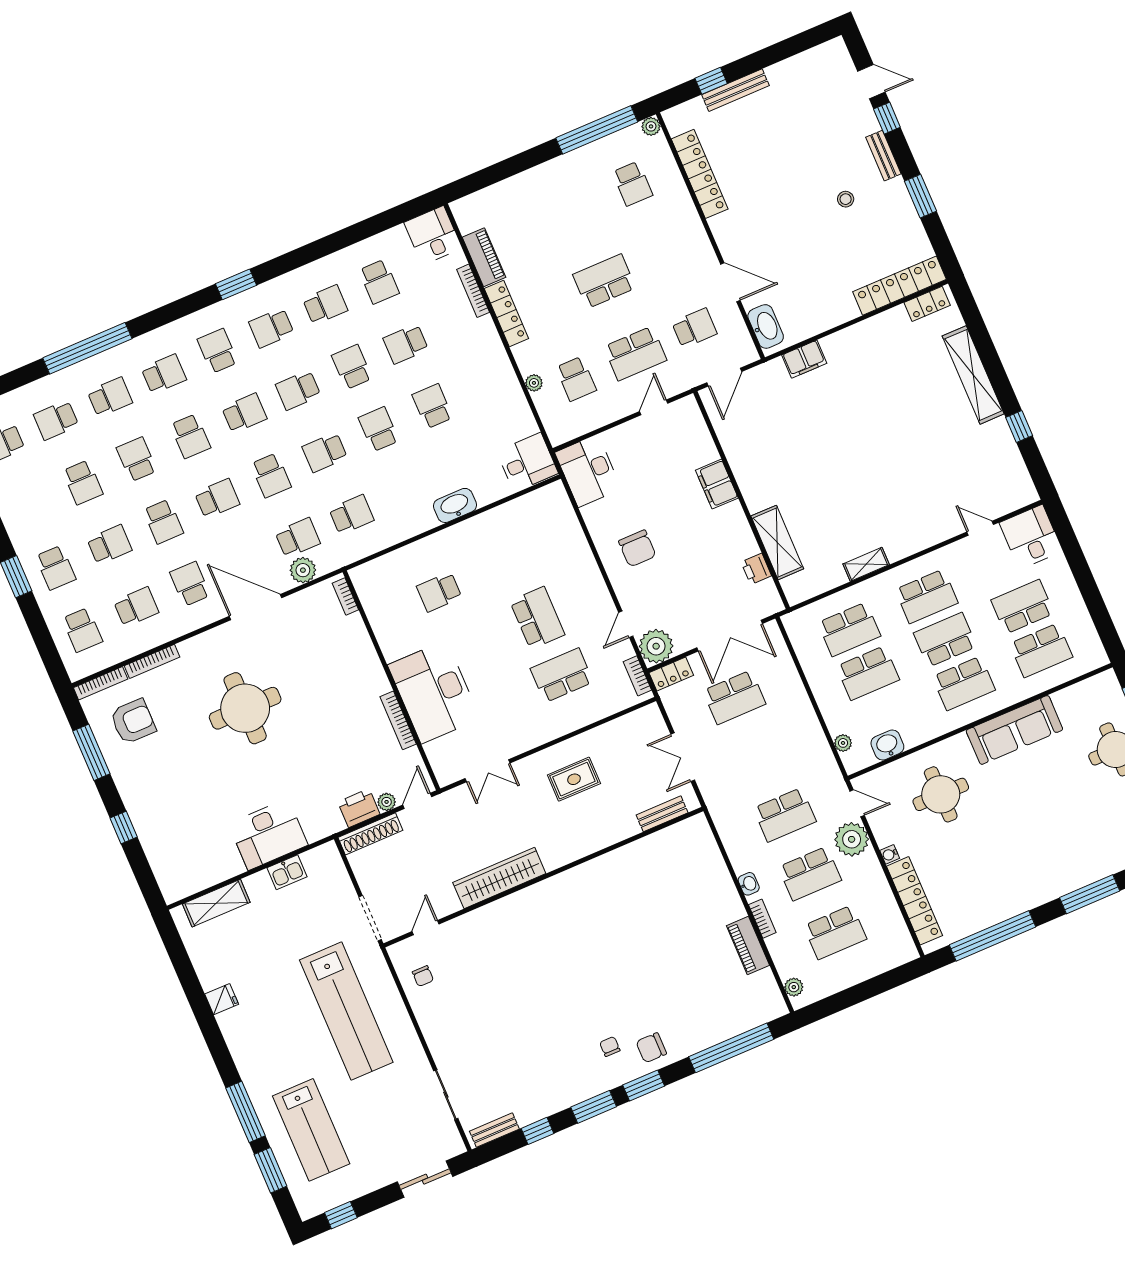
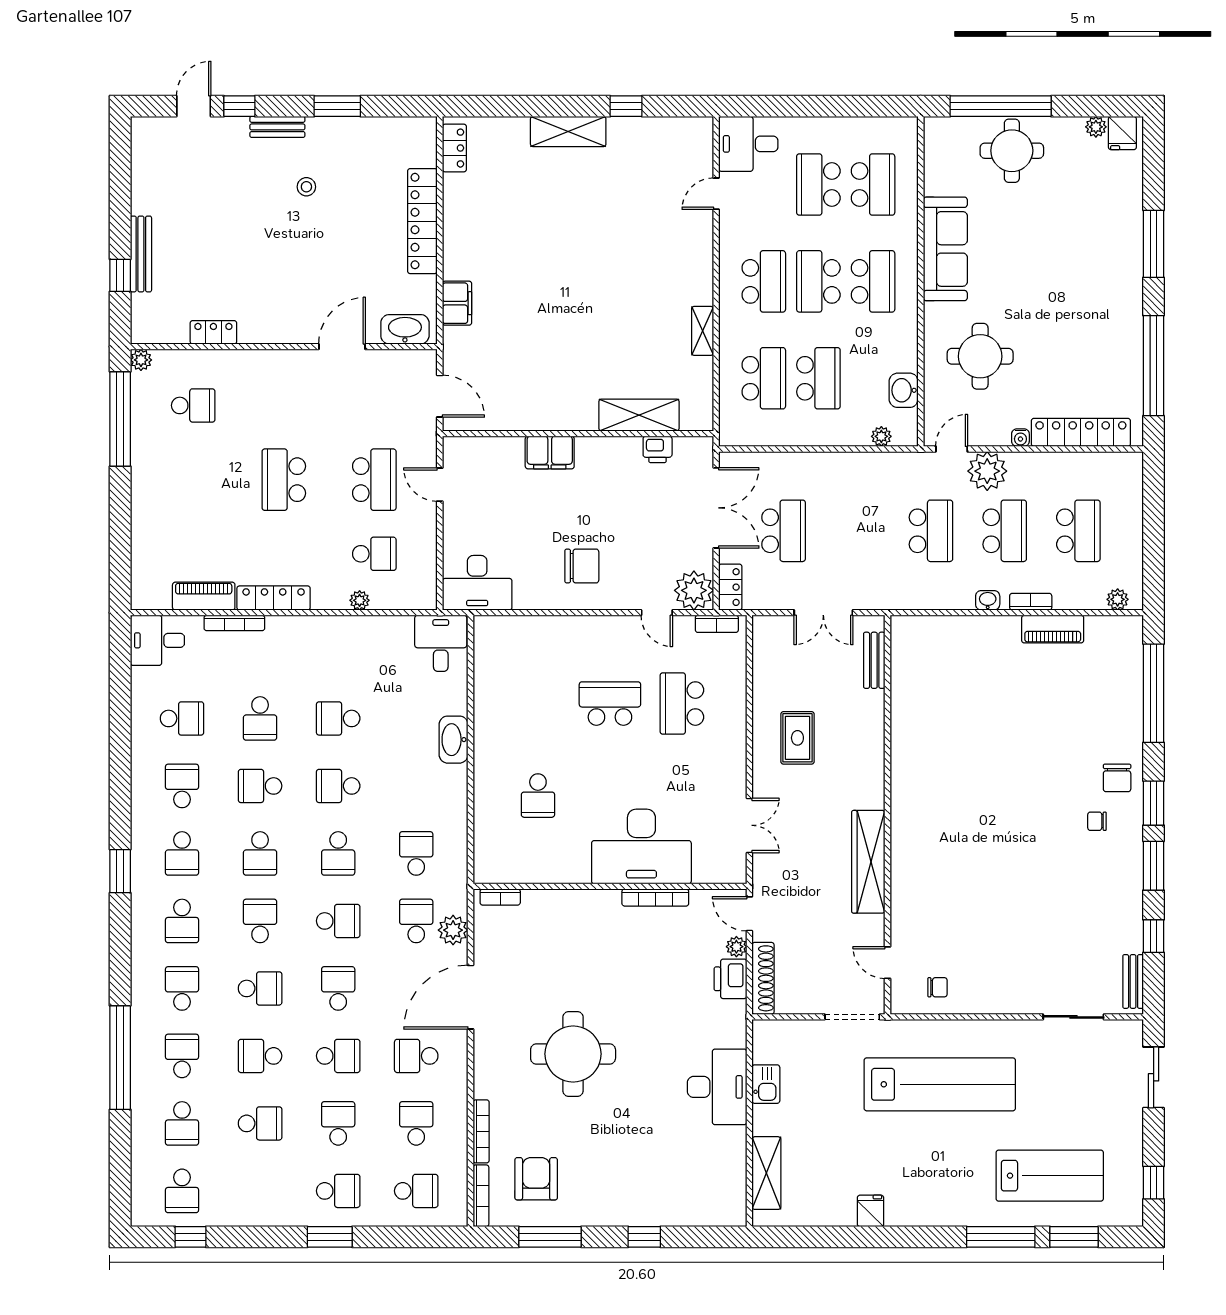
locker: (700, 174) -> (213, 332), width x0.46, depth x0.83
locker: (899, 286) -> (422, 221), moved
school desk: (694, 328) -> (374, 405), removed
school desk: (218, 351) -> (182, 921), turned -90
shelving: (973, 375) -> (568, 132), width x0.68

